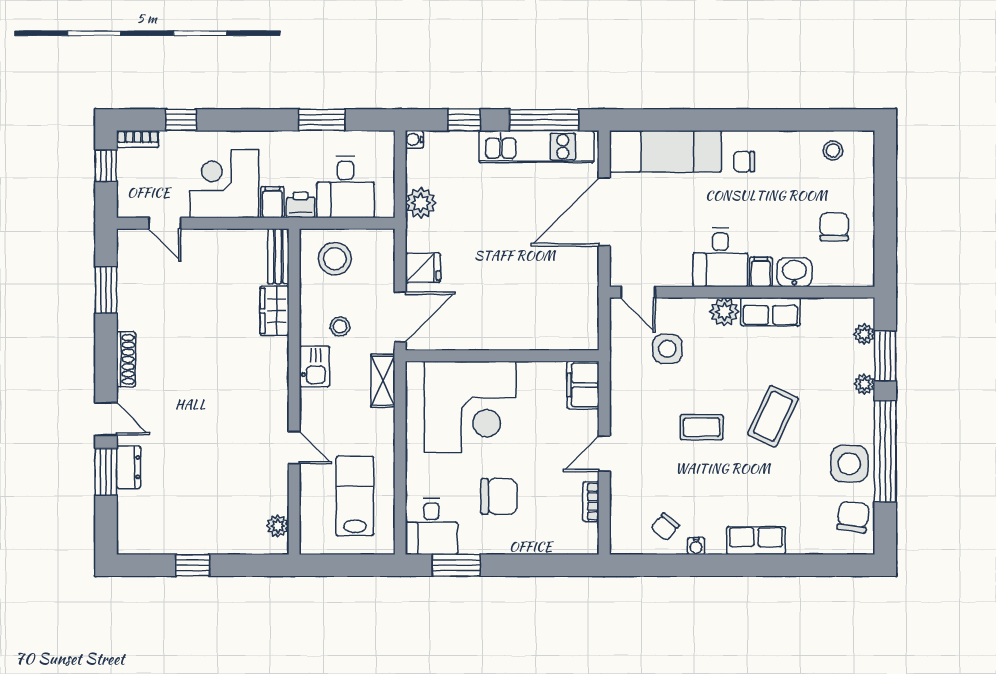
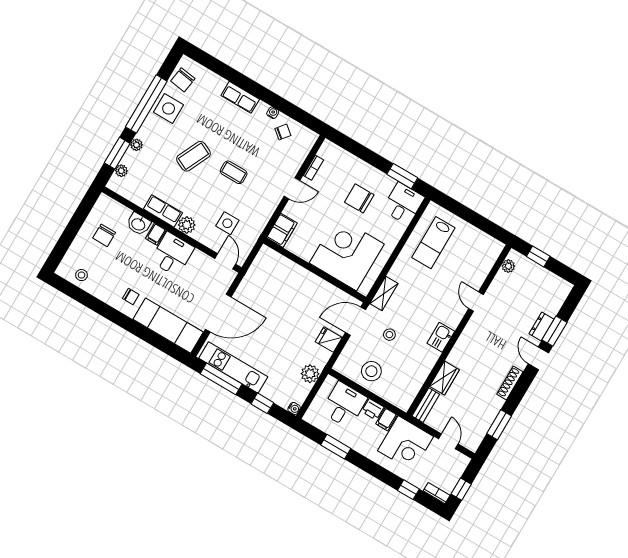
bench: (278, 256) -> (426, 405), moved
wardrobe: (274, 311) -> (444, 378), moved
kitchen sink: (314, 366) -> (441, 337), moved
wall: (294, 392) -> (459, 330), moved
door: (294, 448) -> (476, 302), moved
plant: (278, 526) -> (508, 266), moved

